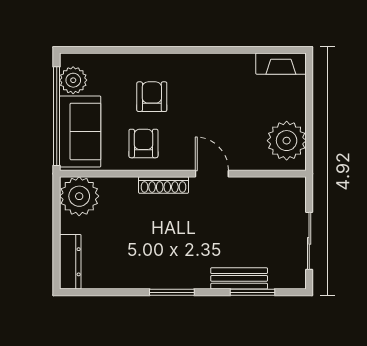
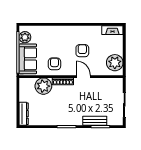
armchair: (152, 97) -> (82, 51), moved
plant: (79, 196) -> (43, 86), moved

